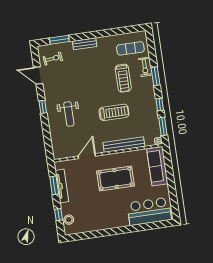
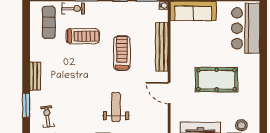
weight bench: (69, 114) -> (116, 107), turned -90
pool table: (115, 178) -> (217, 80), moved, turned 90

